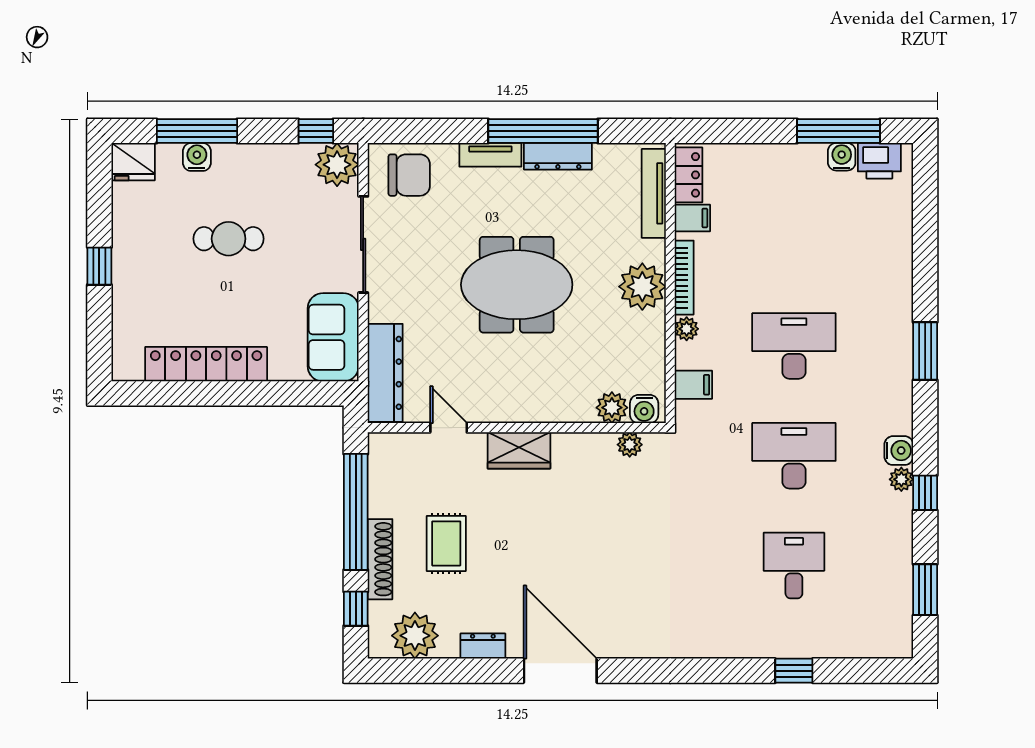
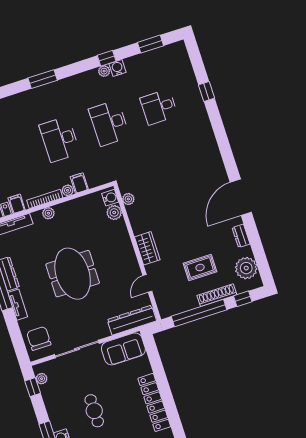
plant: (337, 165) -> (42, 379), width x0.53, depth x0.53
plant: (642, 287) -> (48, 213), width x0.53, depth x0.53
filing cabinet: (693, 385) -> (79, 183), moved
water cooler: (899, 451) -> (117, 68), moved

